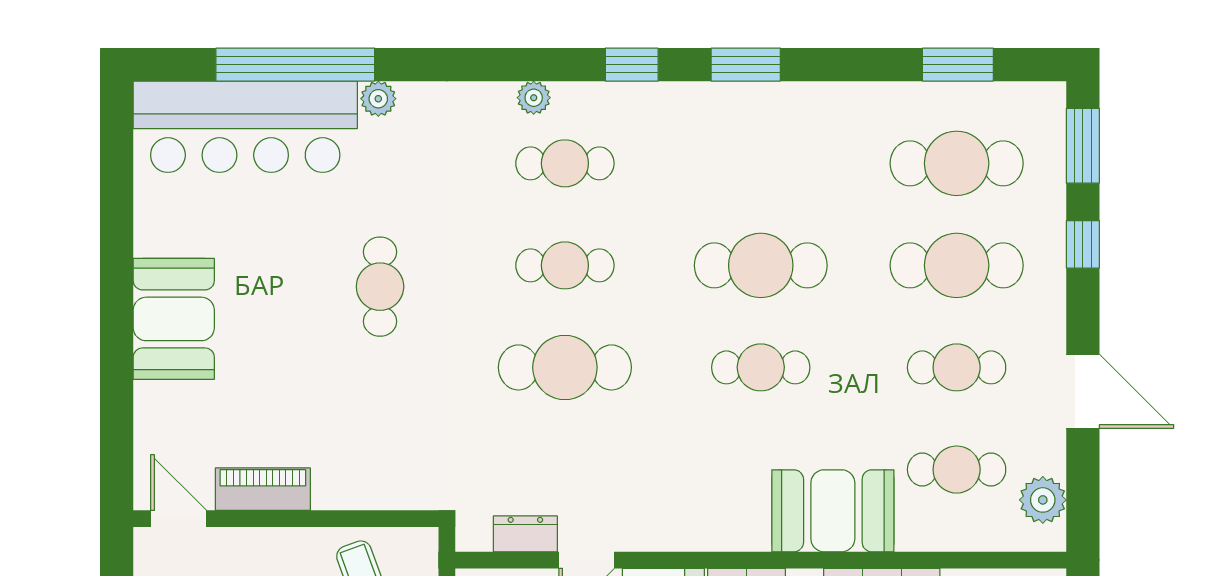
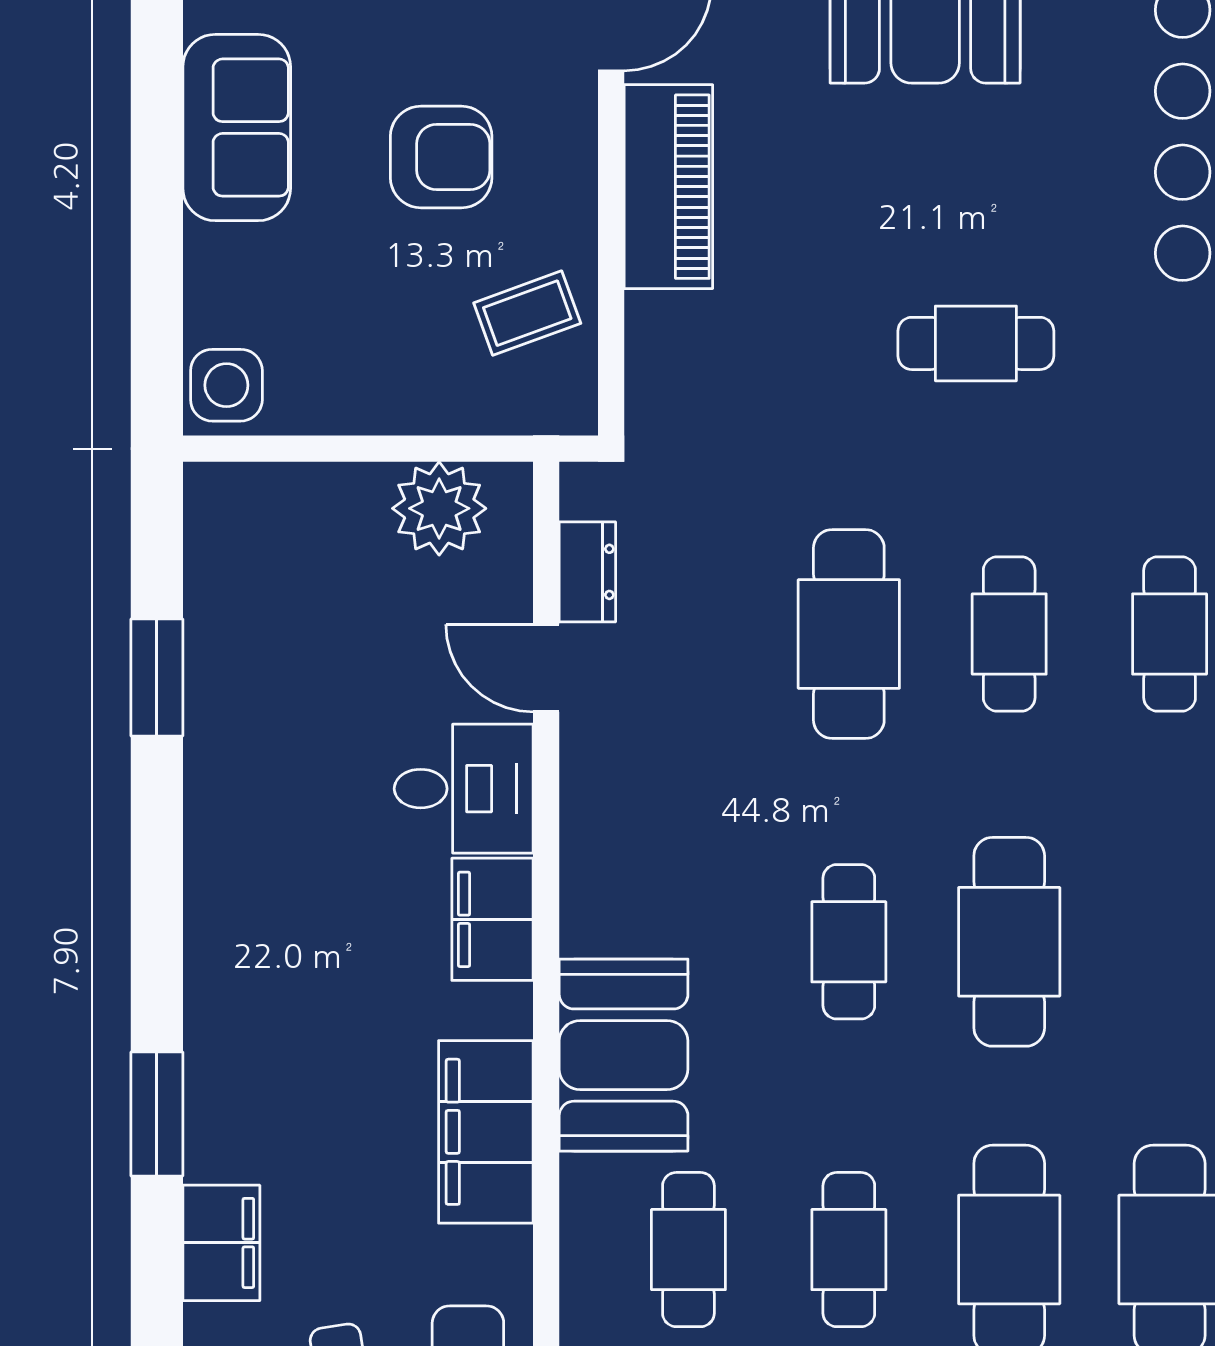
piano: (263, 489) -> (668, 187), width x1.37, depth x1.33

